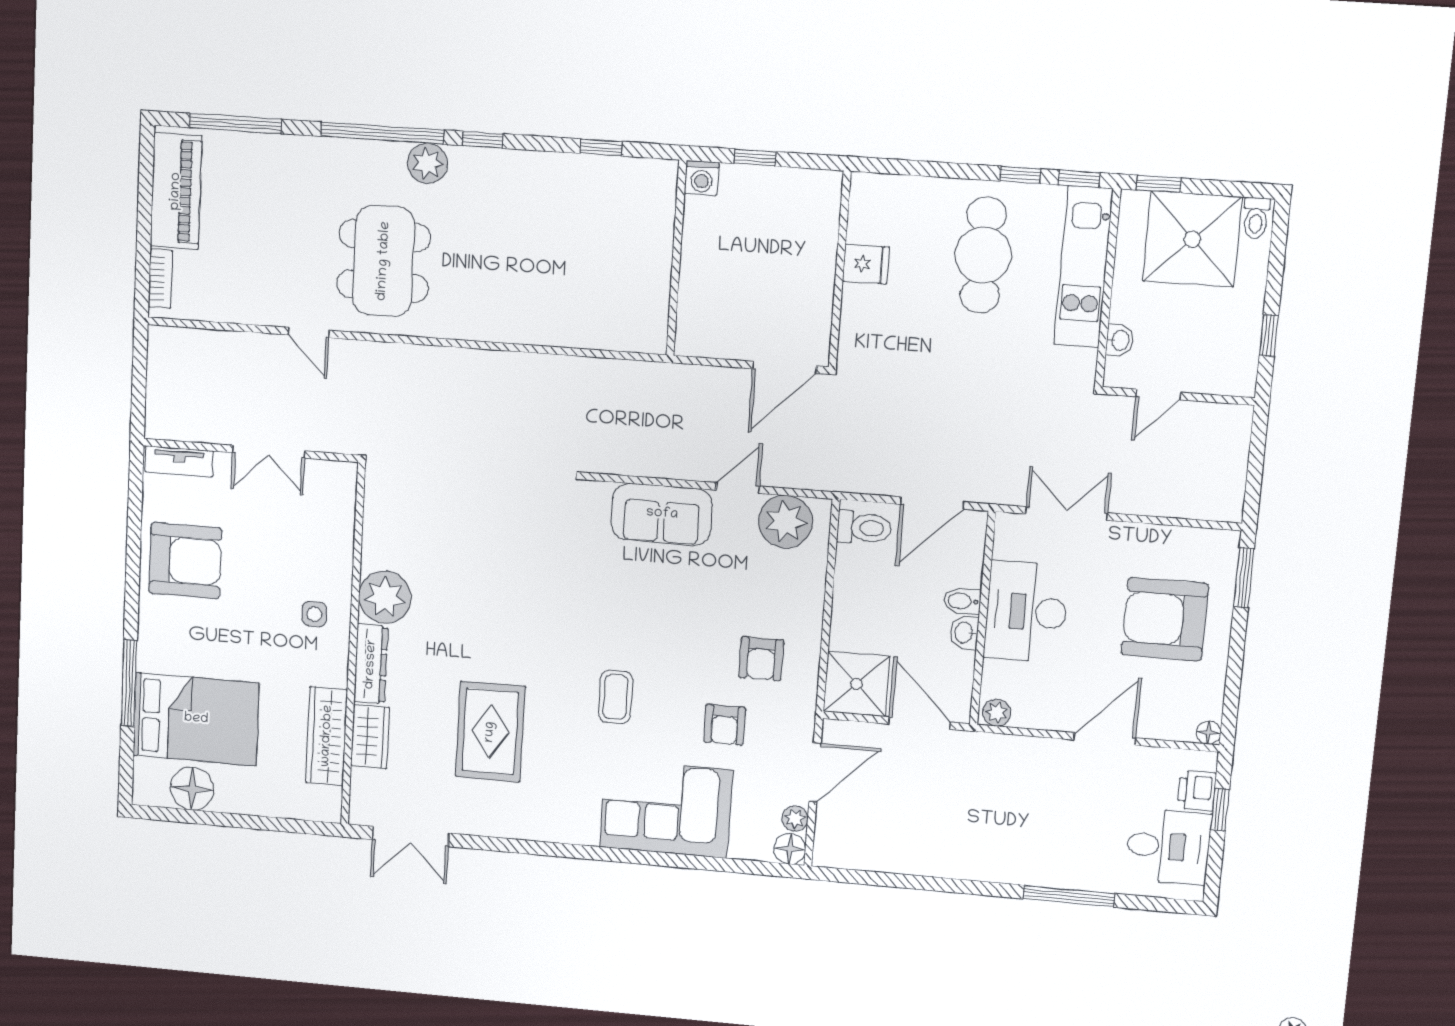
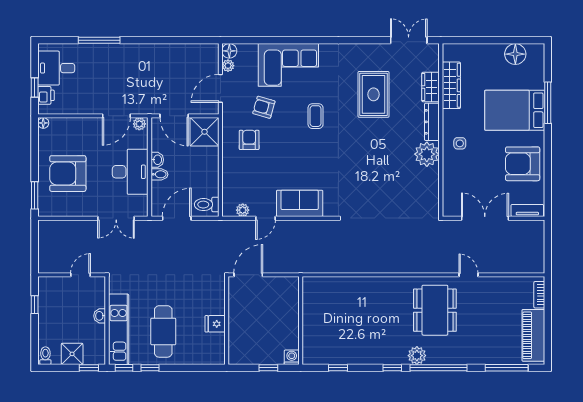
shower: (1192, 239) -> (72, 354), width x0.54, depth x0.54
washbasin: (1120, 340) -> (100, 316), moved
double door: (269, 452) -> (485, 218), width x1.37
plant: (786, 522) -> (243, 210), width x0.53, depth x0.53
armchair: (1165, 619) -> (68, 174), turned 180
bed: (196, 719) -> (515, 110), moved
armchair: (725, 725) -> (264, 107), turned -74
door: (1105, 739) -> (116, 116), moved

